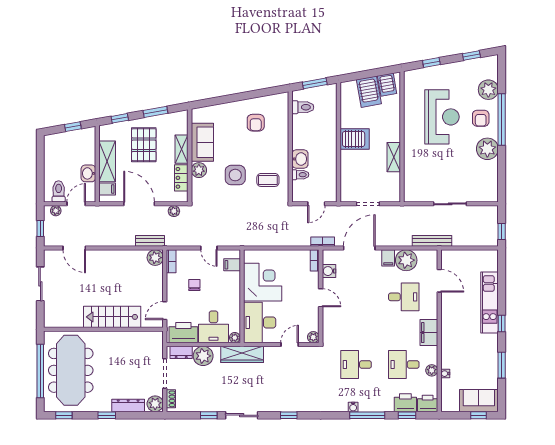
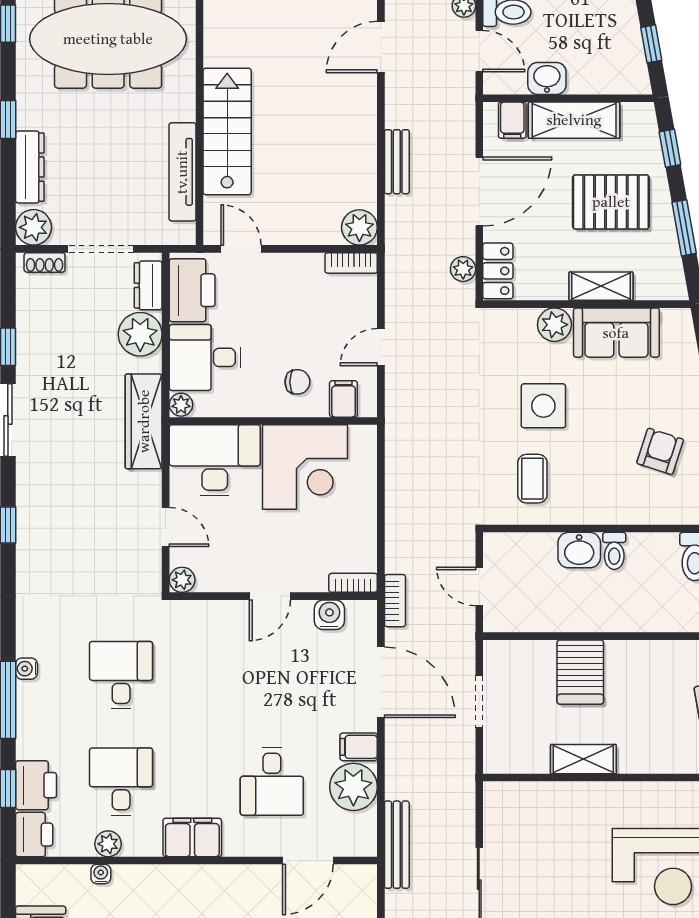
armchair: (256, 123) -> (660, 451), turned 108
server rack: (355, 139) -> (580, 672), moved
toilet: (300, 175) -> (614, 551), moved
locker: (181, 178) -> (498, 271), moved, turned 90
bench: (150, 241) -> (397, 162), moved
chair: (194, 285) -> (297, 382), moved
tv unit: (130, 337) -> (182, 172), added

